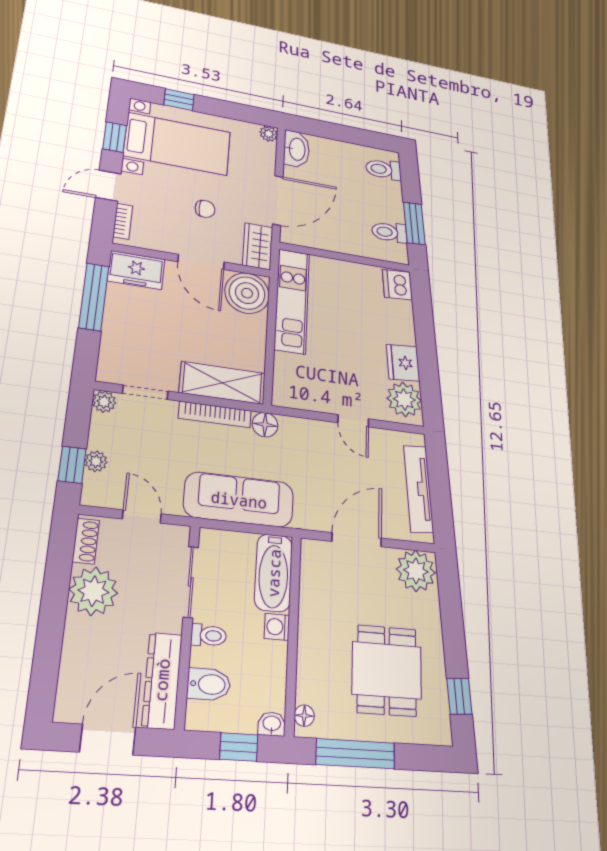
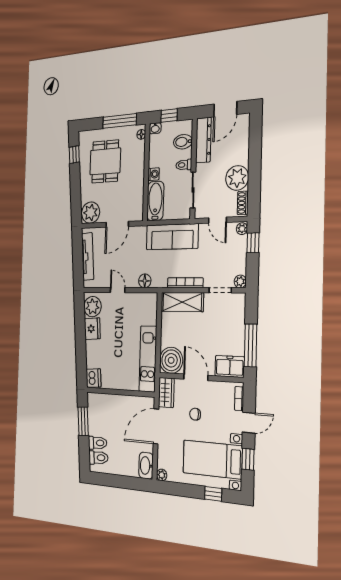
toilet: (389, 232) -> (98, 443), moved
floor lamp: (265, 425) -> (145, 281), moved
plant: (96, 461) -> (242, 229), moved

